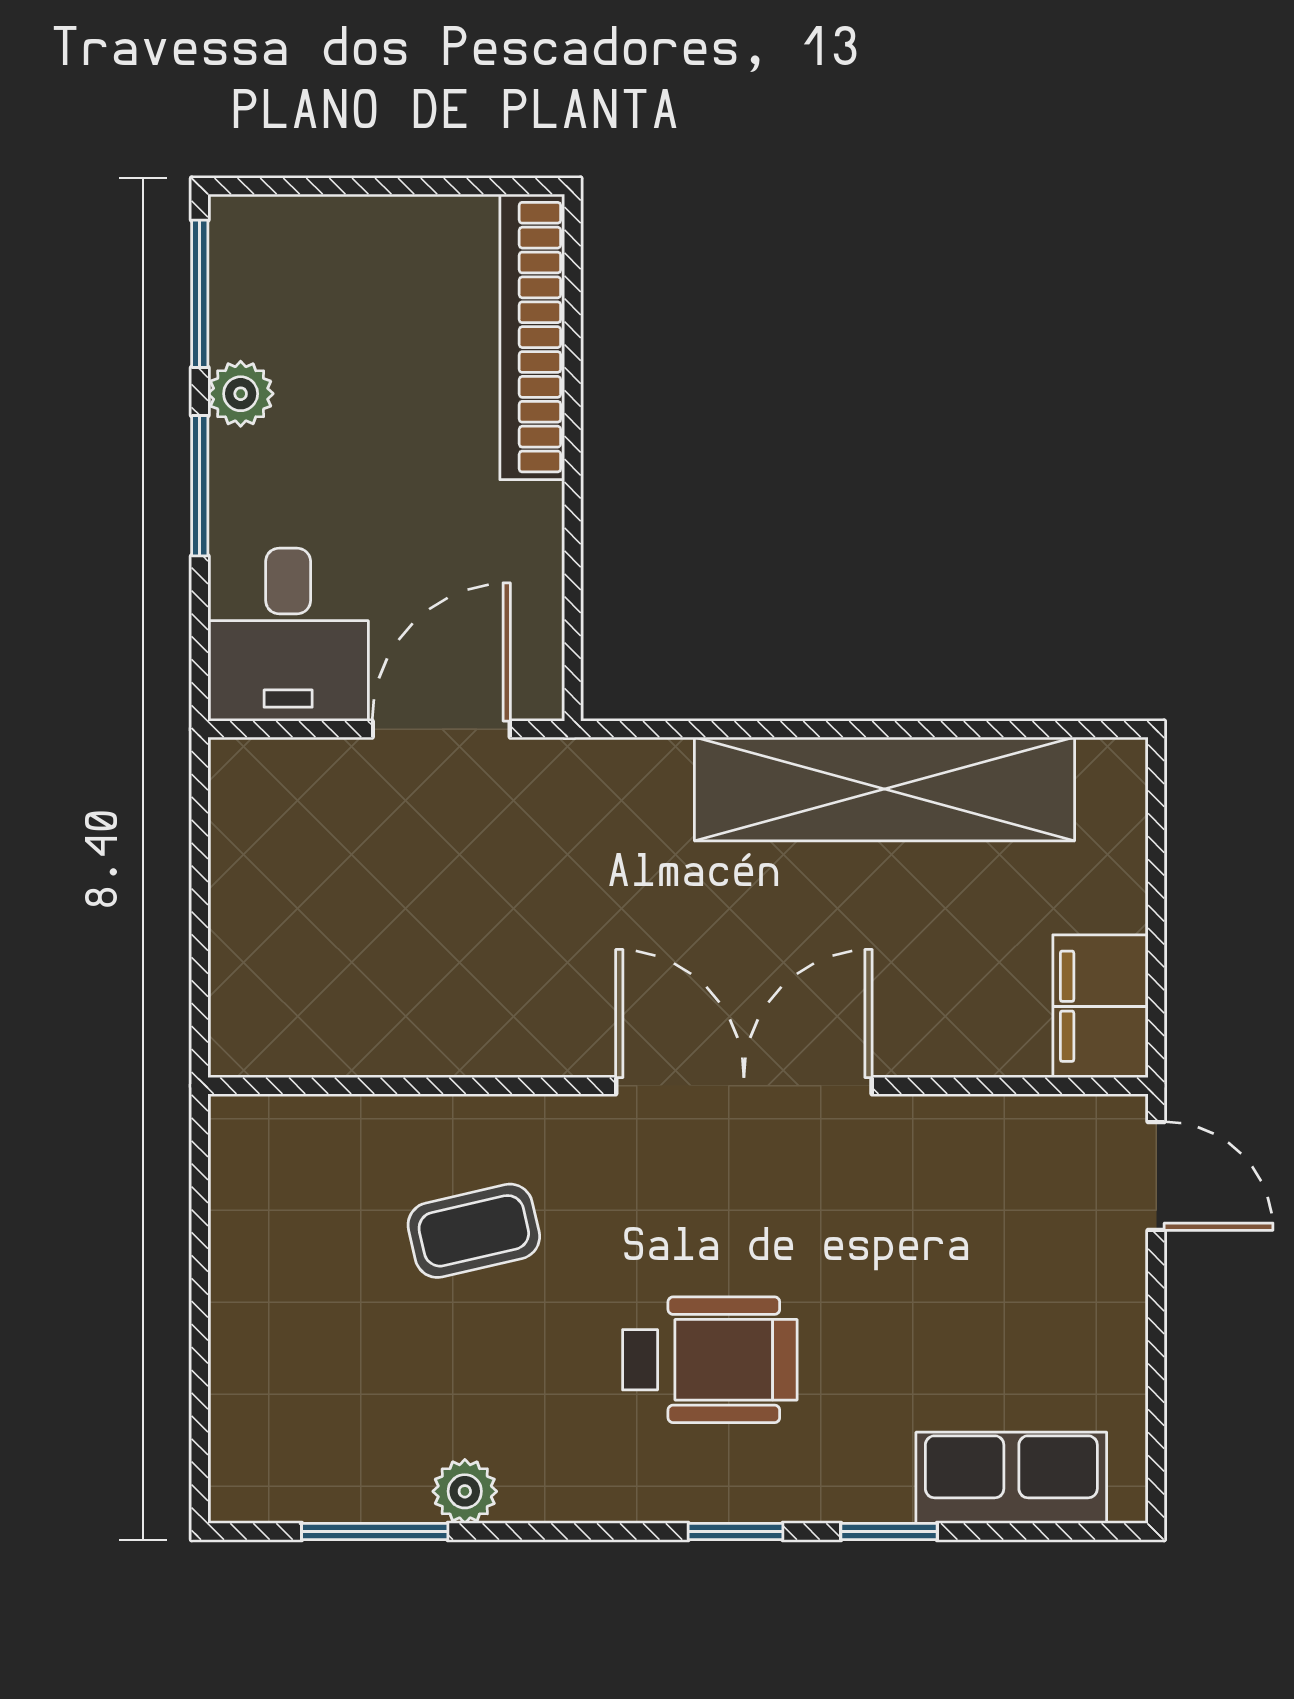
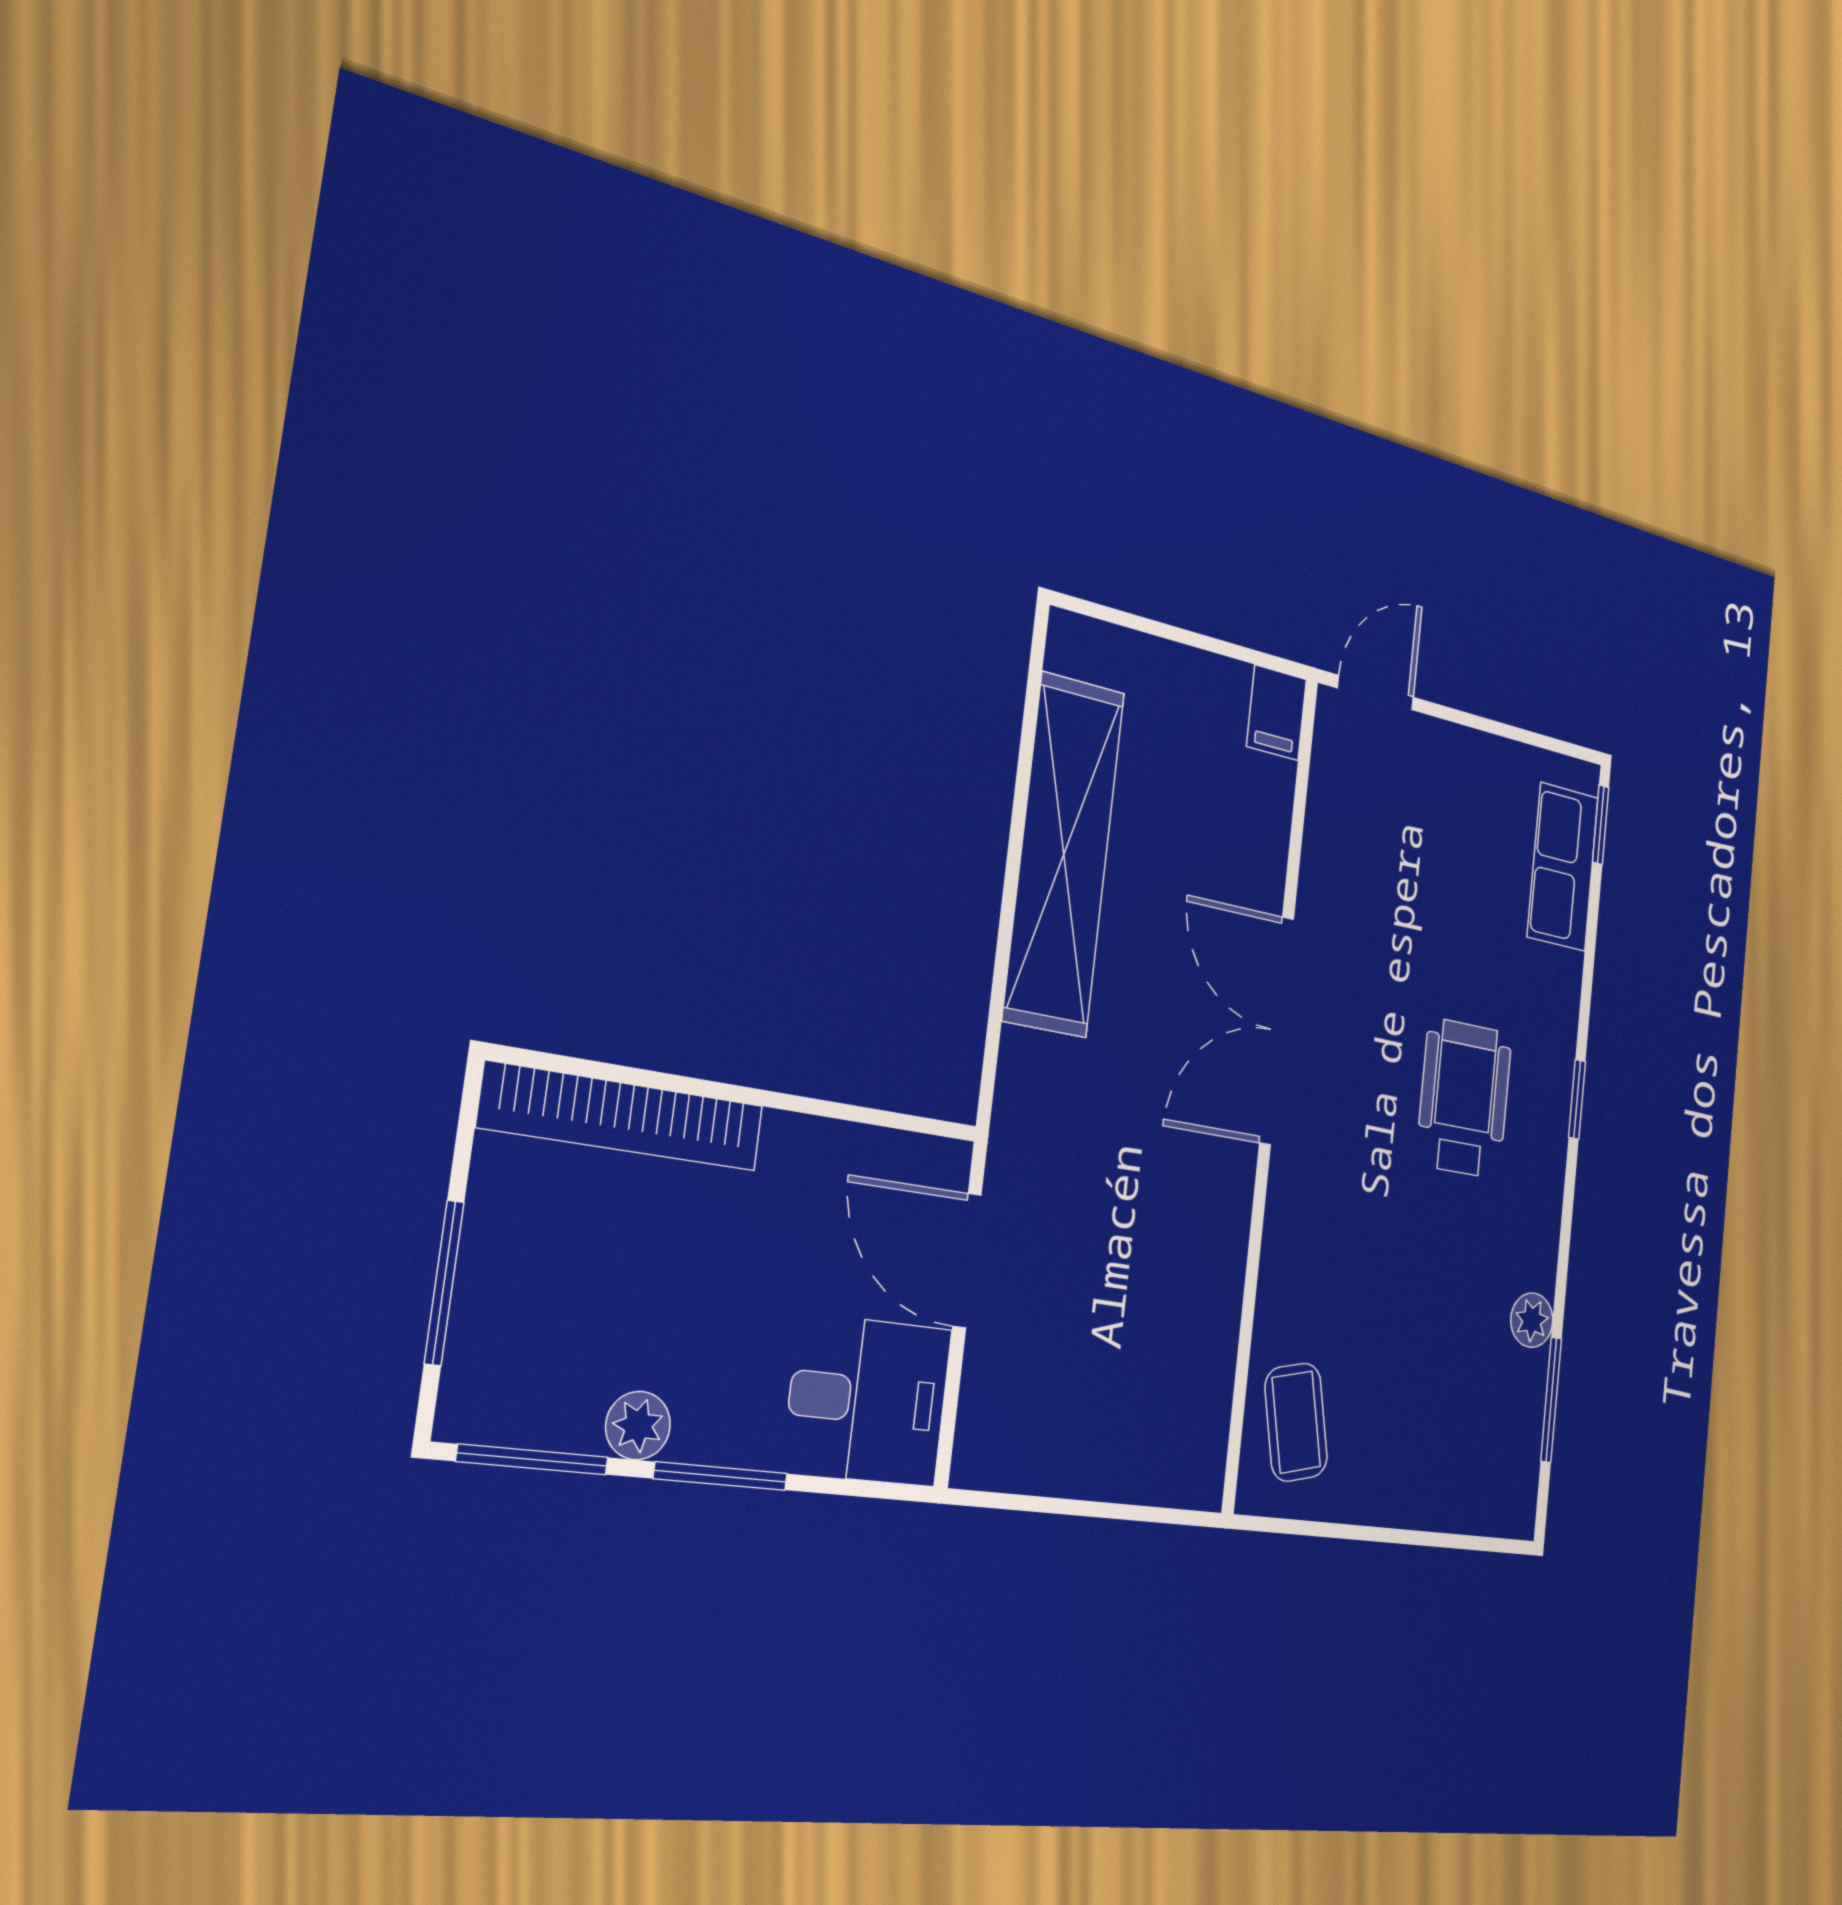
window: (353, 186) -> (444, 1283), added
filing cabinet: (1100, 1006) -> (1277, 713), width x0.50
coffee table: (474, 1231) -> (1296, 1422), moved
window: (889, 1531) -> (1601, 825), moved

